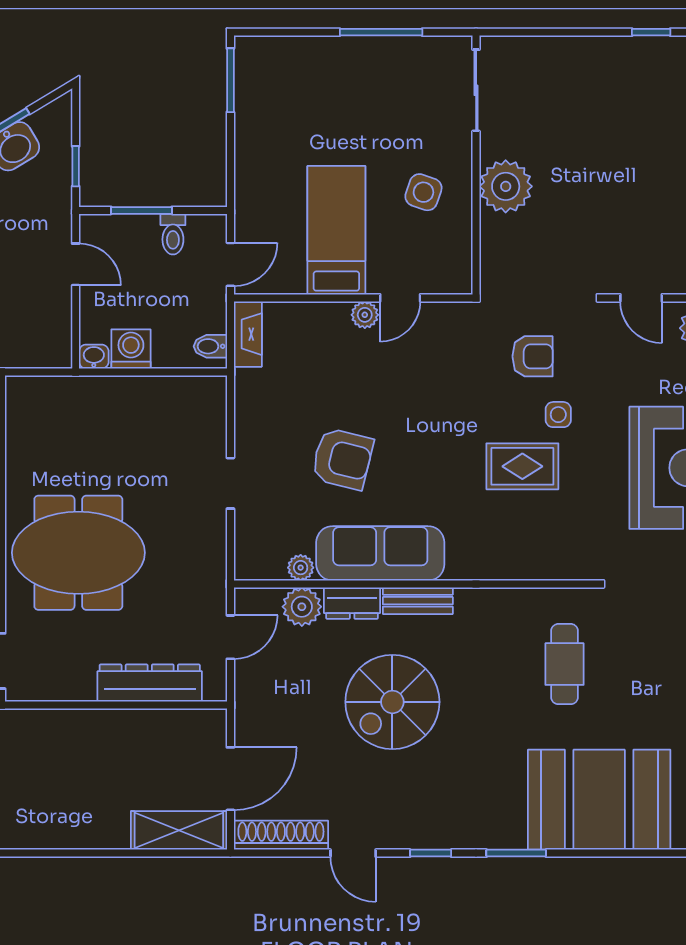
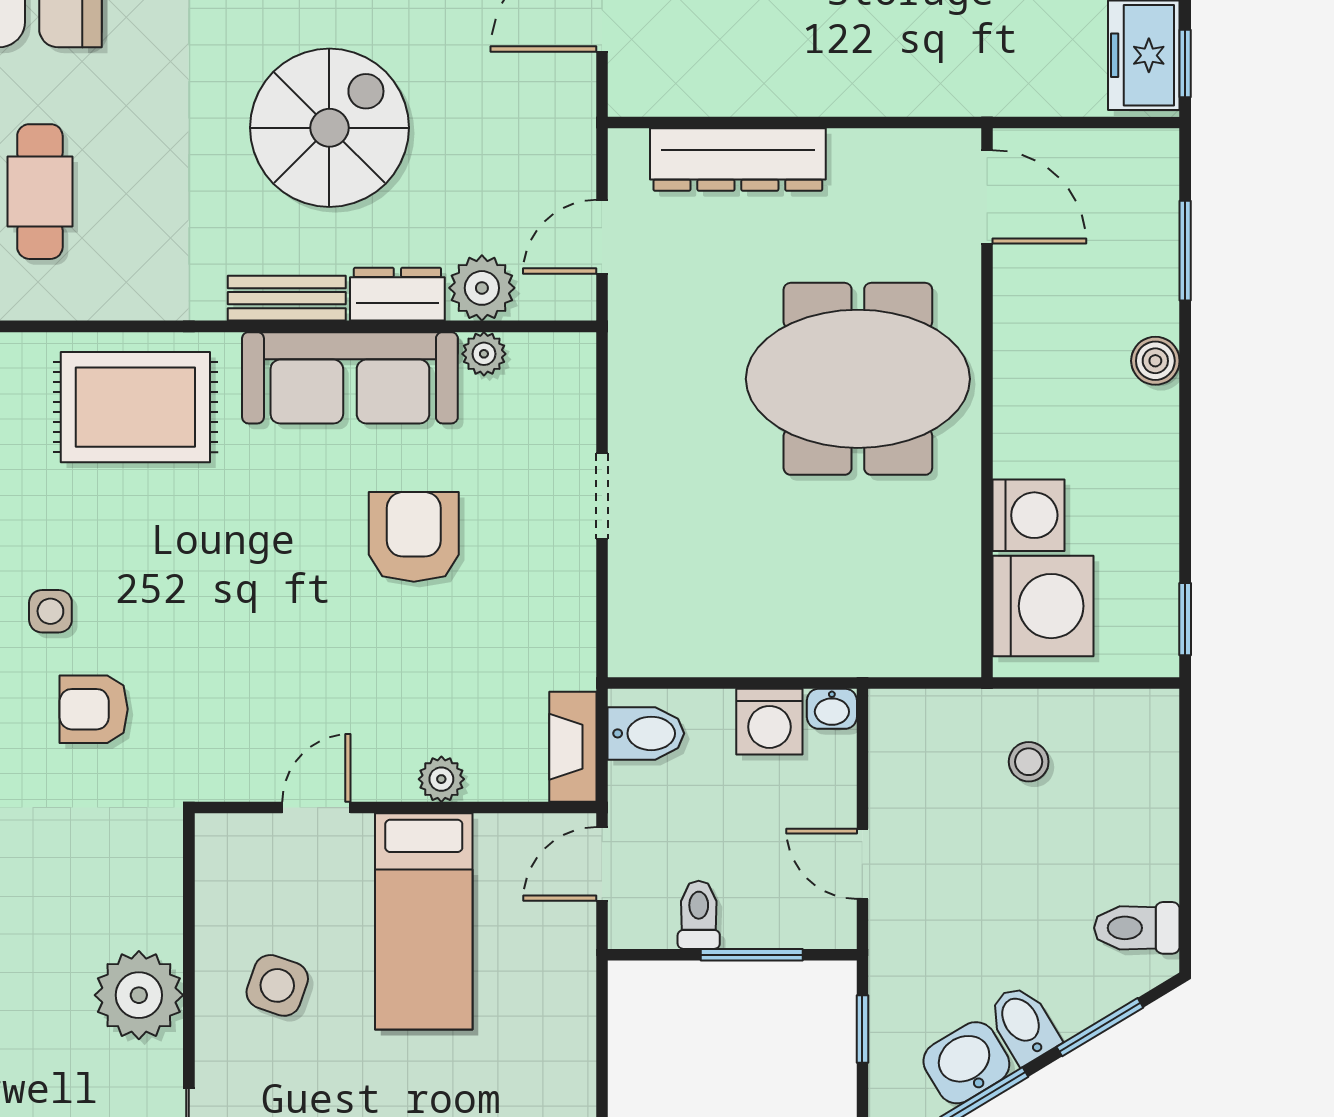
plant: (365, 315) -> (441, 779), moved
bidet: (210, 346) -> (646, 733), width x1.38, depth x1.36
armchair: (342, 459) -> (414, 537), turned 76
rug: (522, 466) -> (135, 407), moved, width x1.36, depth x1.43

